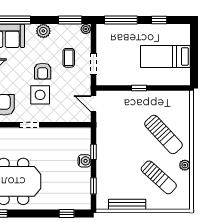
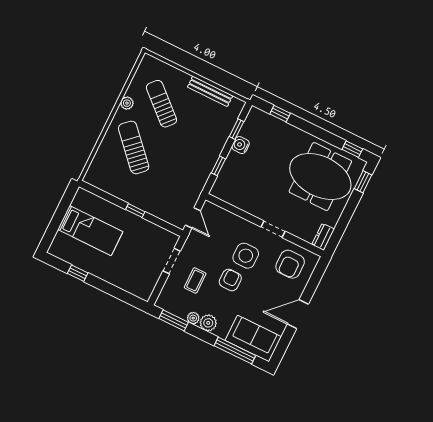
window: (121, 20) -> (119, 293), removed
plant: (86, 29) -> (193, 318), moved
water cooler: (85, 161) -> (241, 145), moved

